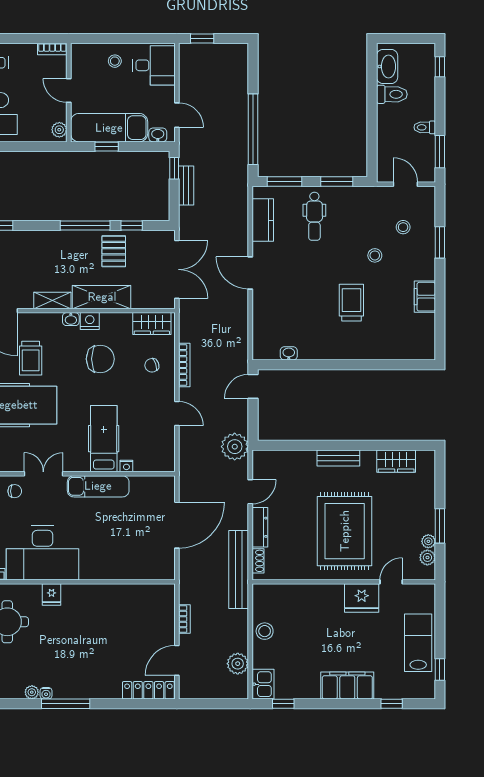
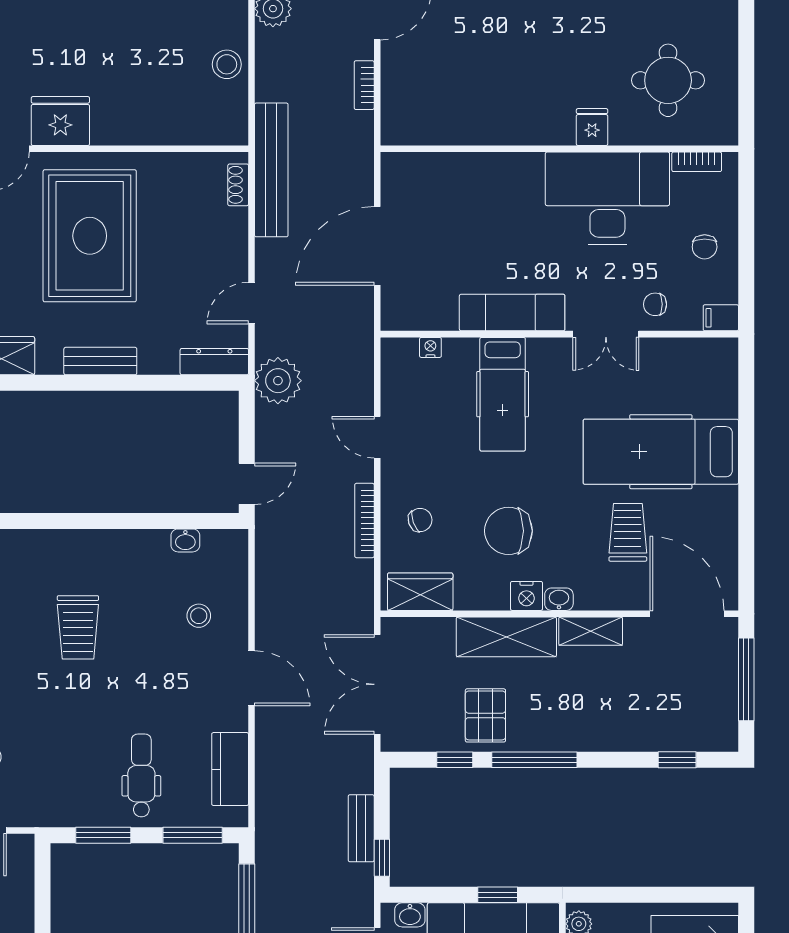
stool: (375, 255) -> (199, 616), moved
nightstand: (126, 466) -> (430, 347), moved
dresser: (260, 527) -> (214, 362), moved, turned 90

